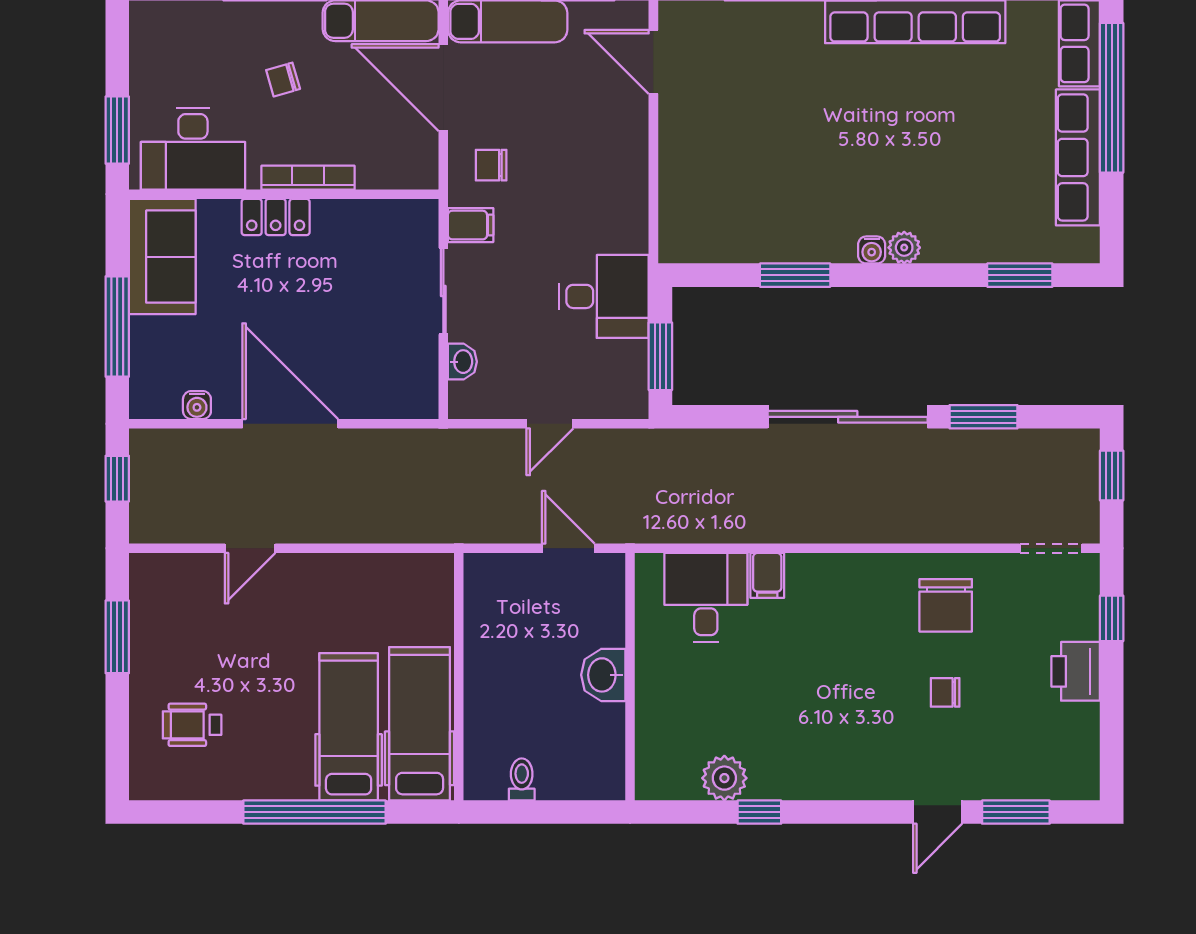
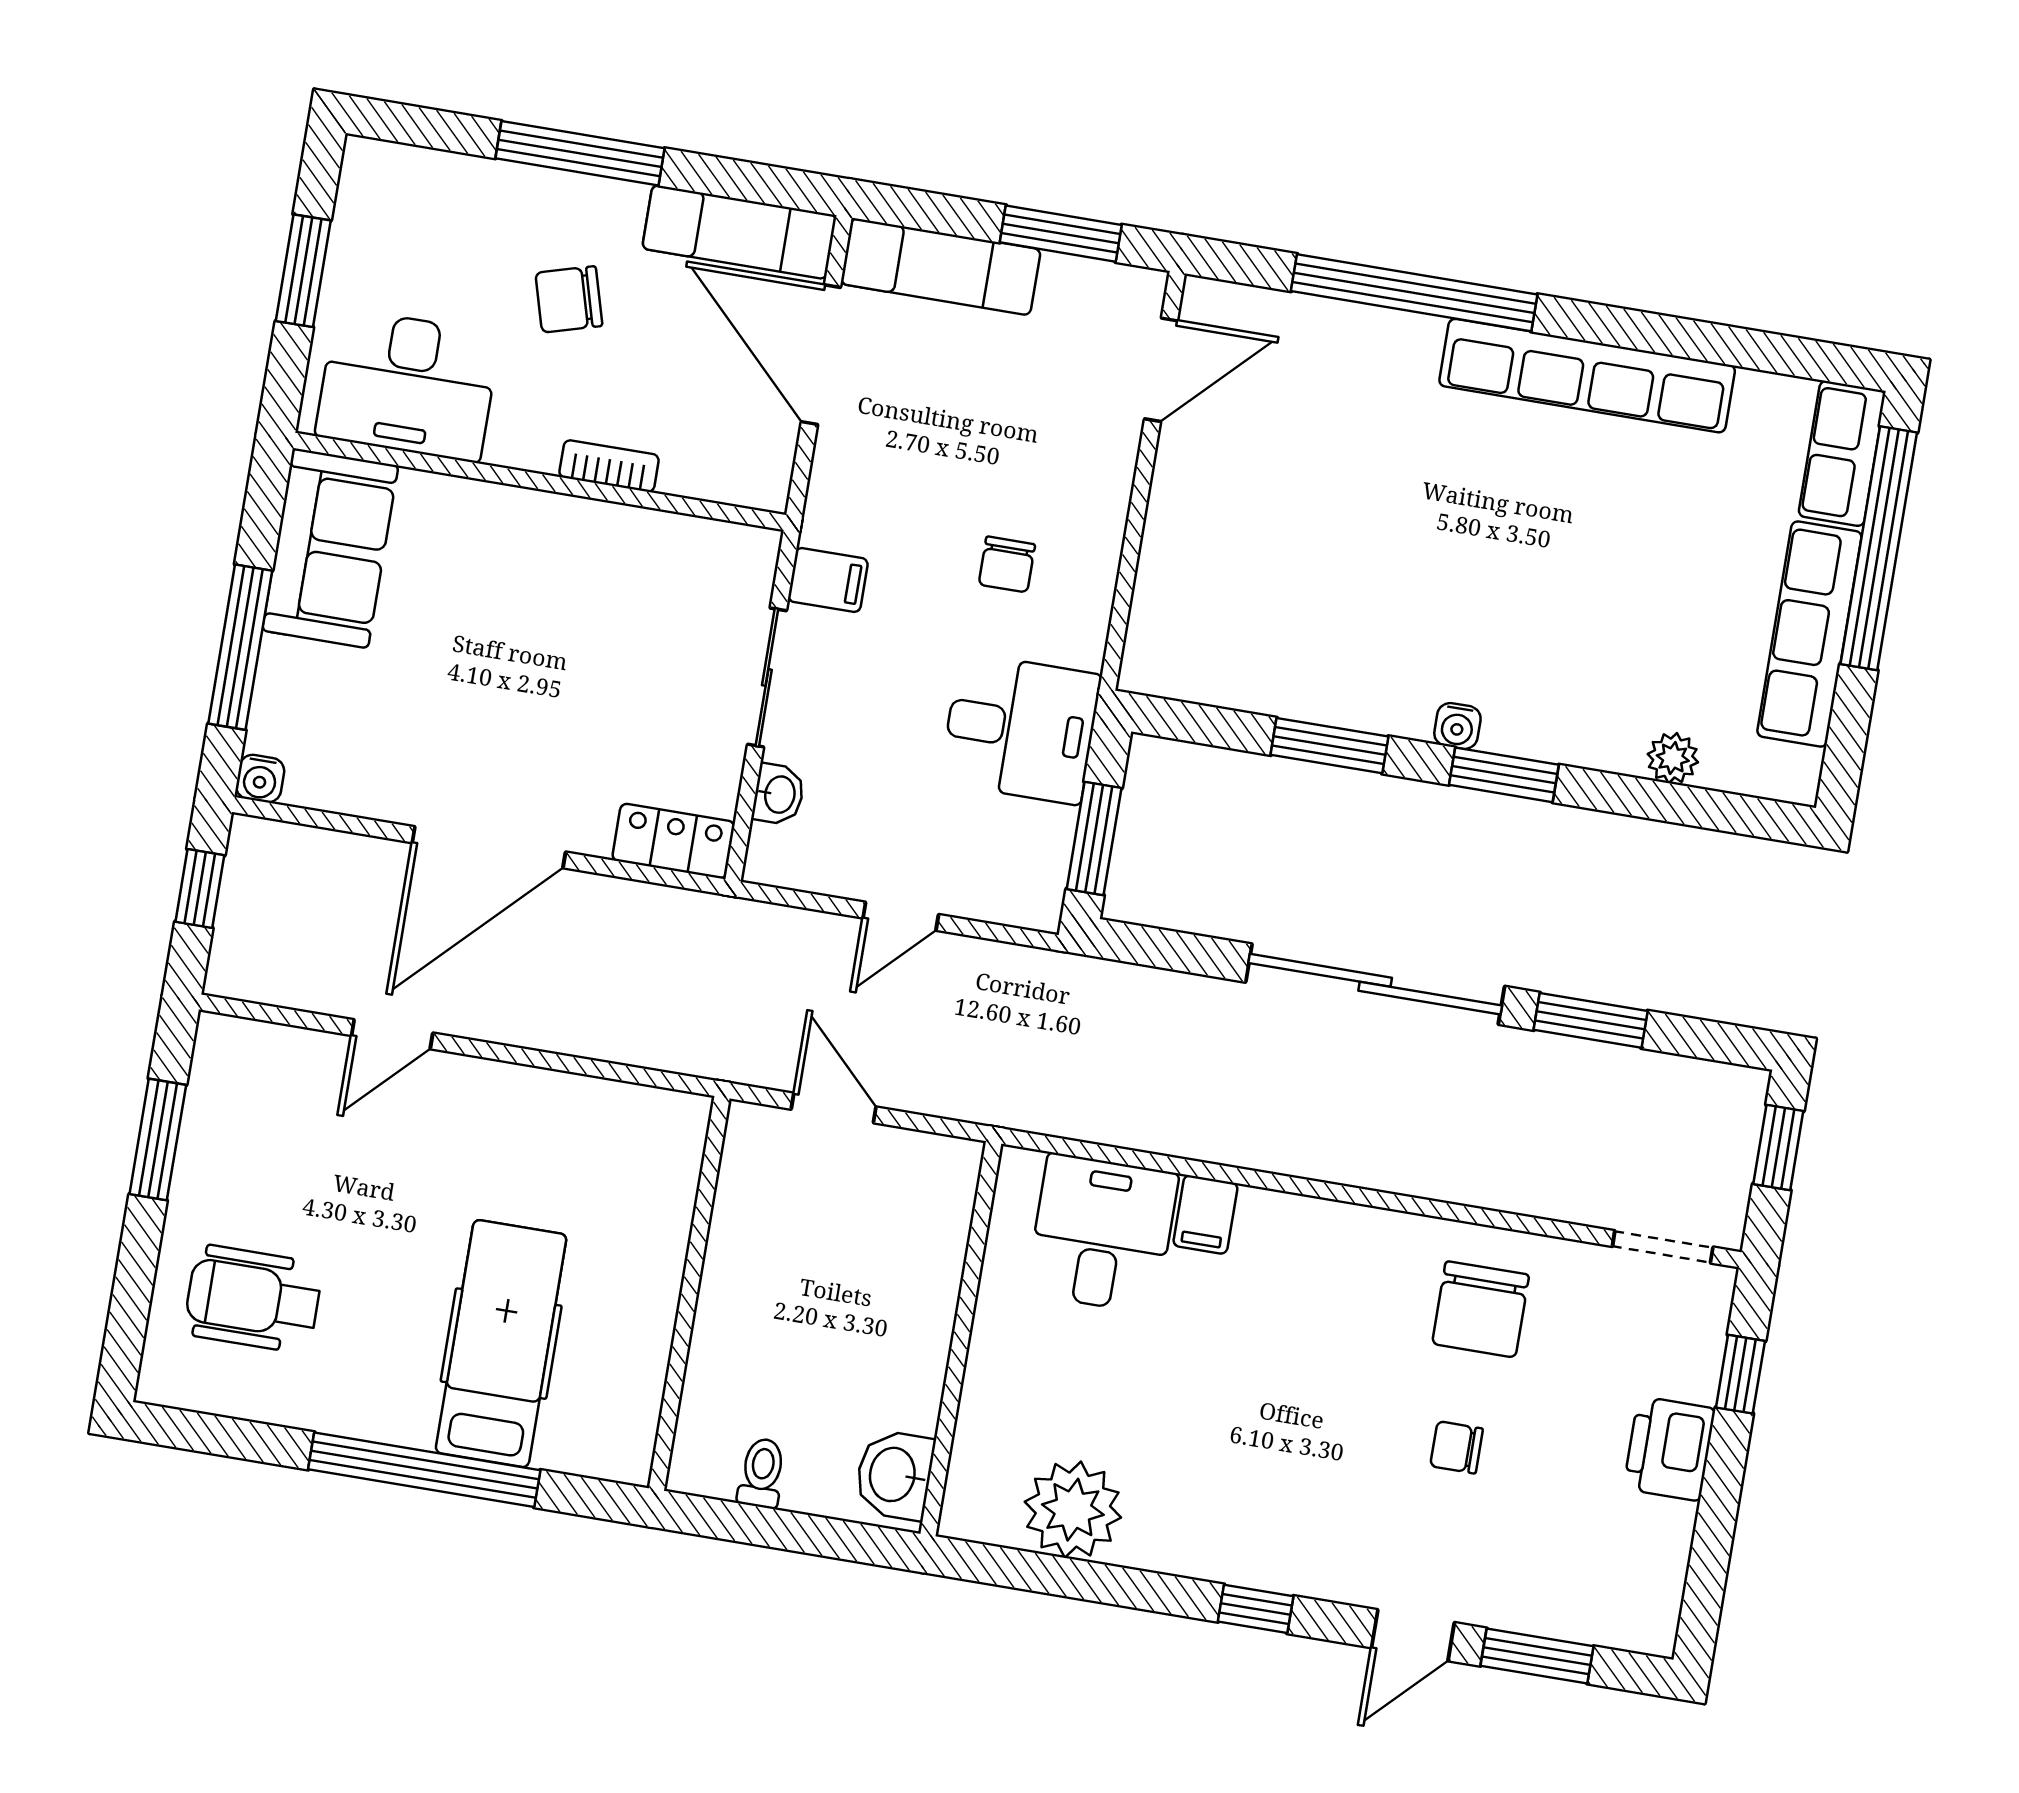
door: (653, 62) -> (1161, 370), swing flipped
chair: (283, 80) -> (569, 299), width x1.37, depth x1.37
window: (117, 130) -> (303, 271), moved
chair: (491, 165) -> (1007, 564), moved, turned -90
bookcase: (308, 178) -> (609, 466), width x0.64
locker: (276, 217) -> (673, 841), moved, turned 180
plant: (904, 248) -> (1673, 758), moved
window: (1020, 275) -> (1504, 775), moved
water cooler: (197, 405) -> (260, 779), moved
door: (290, 424) -> (489, 847), swing flipped
door: (568, 548) -> (834, 1108), moved
washbasin: (603, 675) -> (894, 1475), moved
hospital bed: (420, 724) -> (614, 1358), removed
wheelchair: (192, 725) -> (253, 1299), width x1.36, depth x1.37
plant: (724, 778) -> (1073, 1510), width x1.36, depth x1.36
window: (759, 812) -> (1256, 1609), moved

